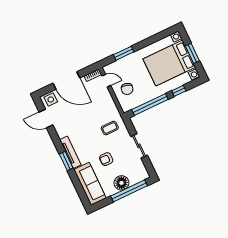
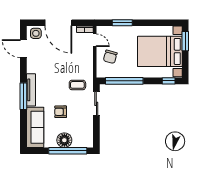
window: (192, 53) -> (185, 41), moved
window: (179, 91) -> (169, 81), moved
sliding door: (139, 146) -> (96, 104), moved
window: (66, 161) -> (23, 96), width x1.44

